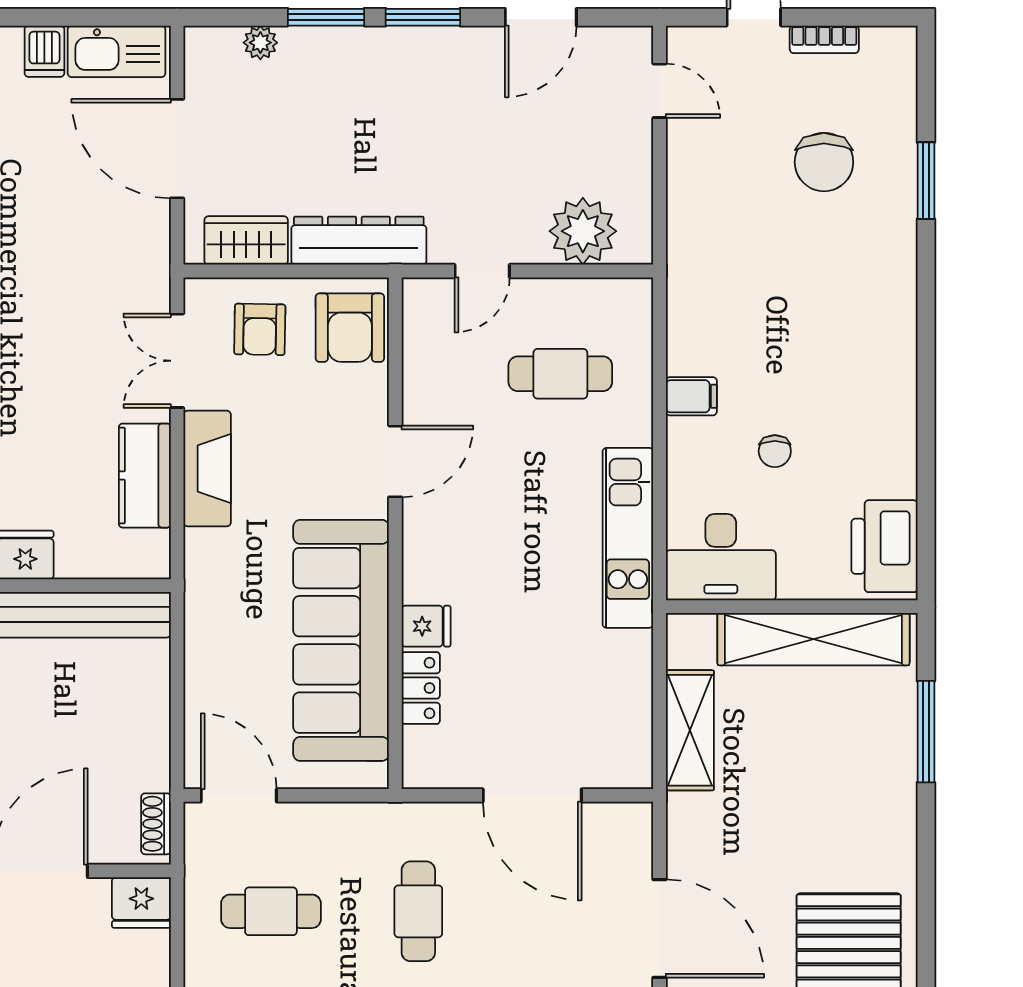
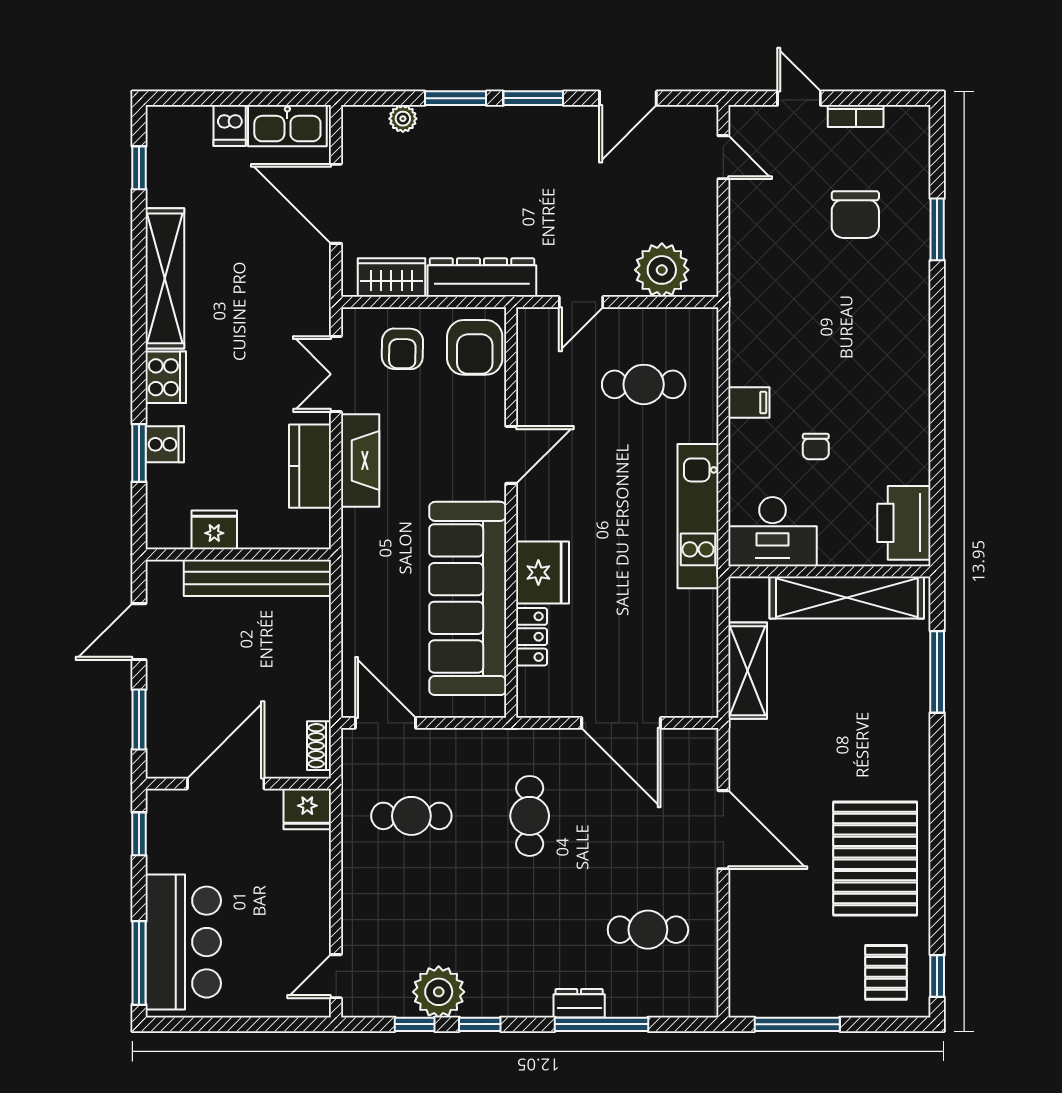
fridge: (426, 626) -> (543, 572), width x1.88, depth x1.34

